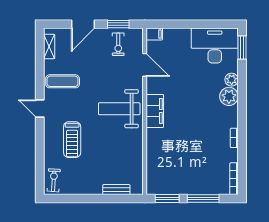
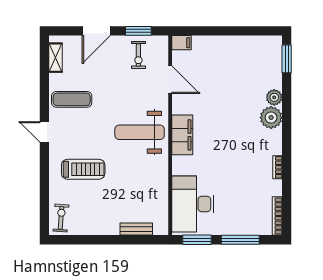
desk: (215, 46) -> (193, 204), moved, turned -90
treadmill: (72, 140) -> (83, 169), turned -90

